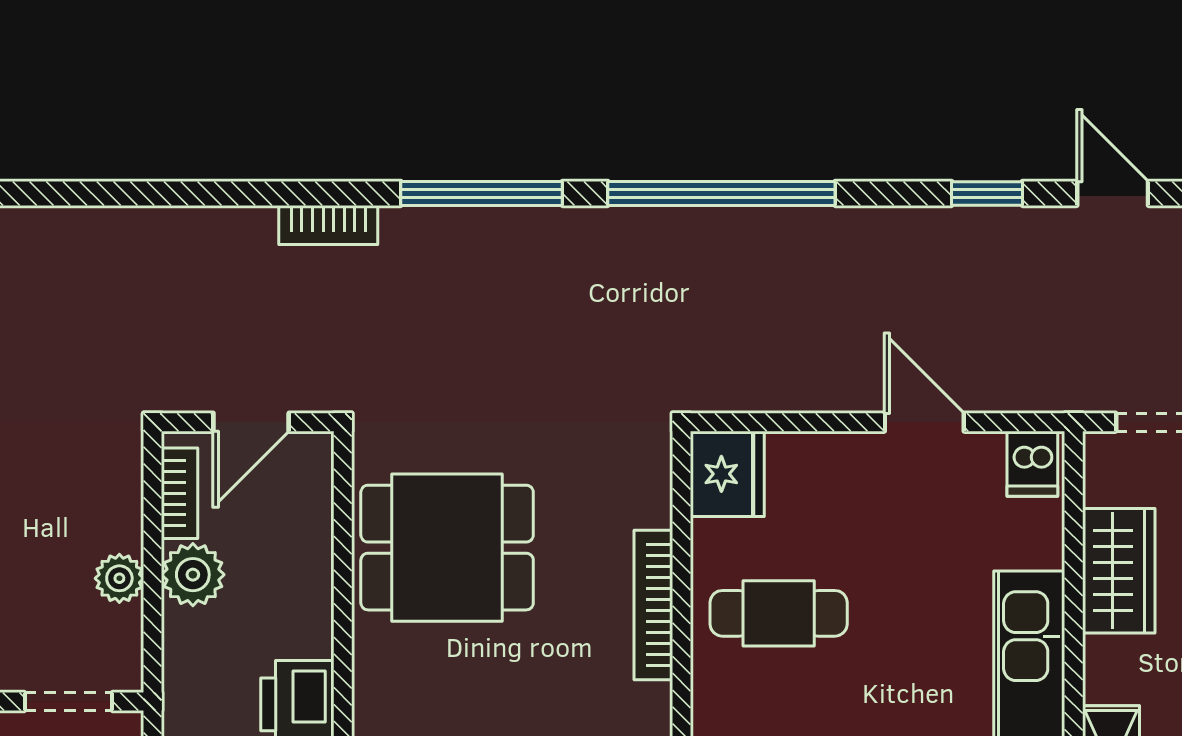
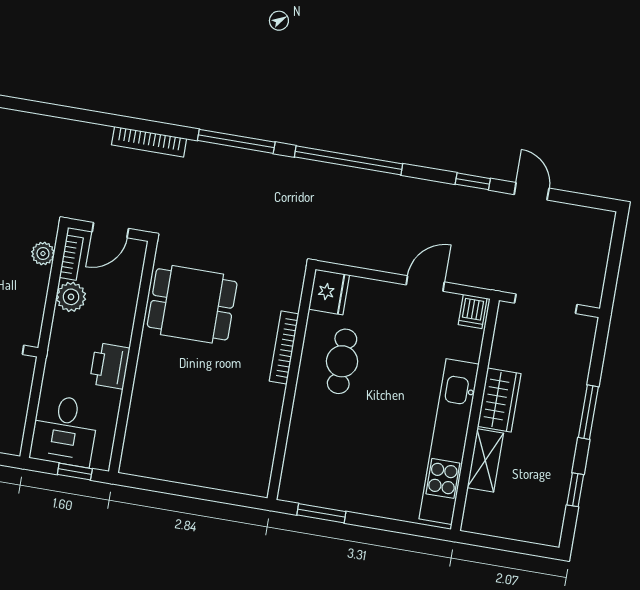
bookcase: (328, 225) -> (149, 142), width x1.56
door: (924, 422) -> (425, 283), hinge flipped
wardrobe: (1119, 571) -> (499, 400), moved
plant: (119, 578) -> (43, 253), moved
cafe table: (779, 613) -> (342, 361), turned 90

